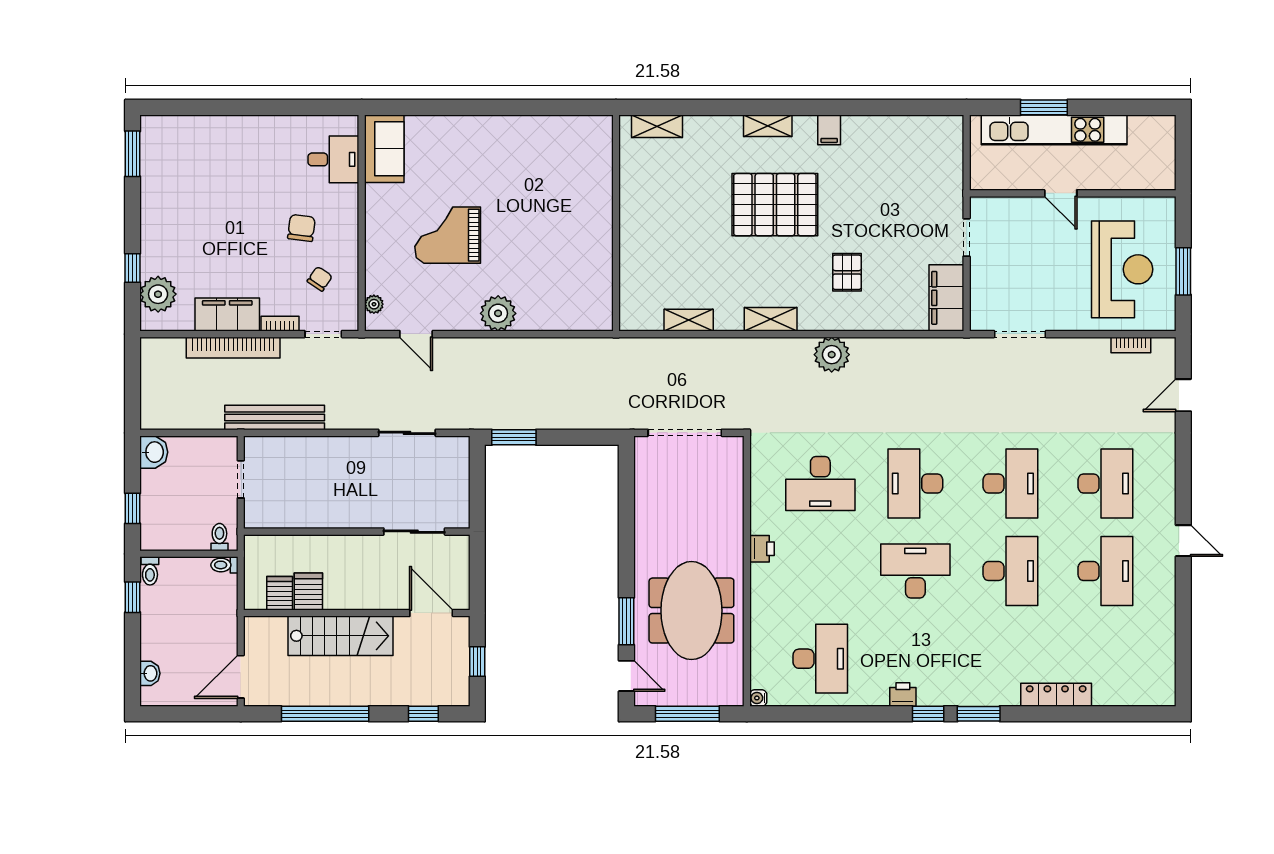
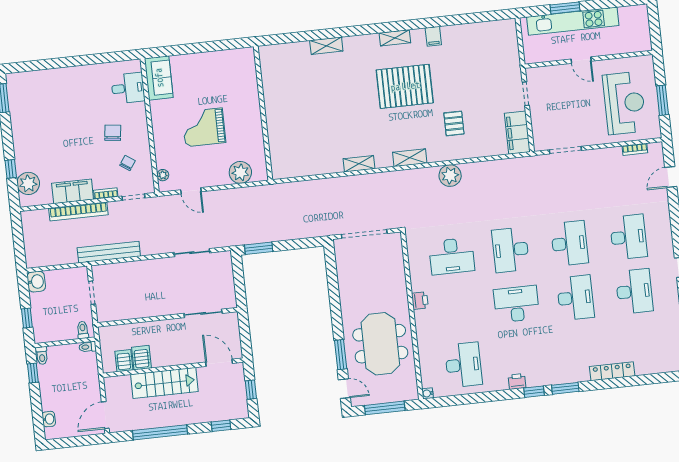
wall: (616, 223) -> (263, 113), moved

